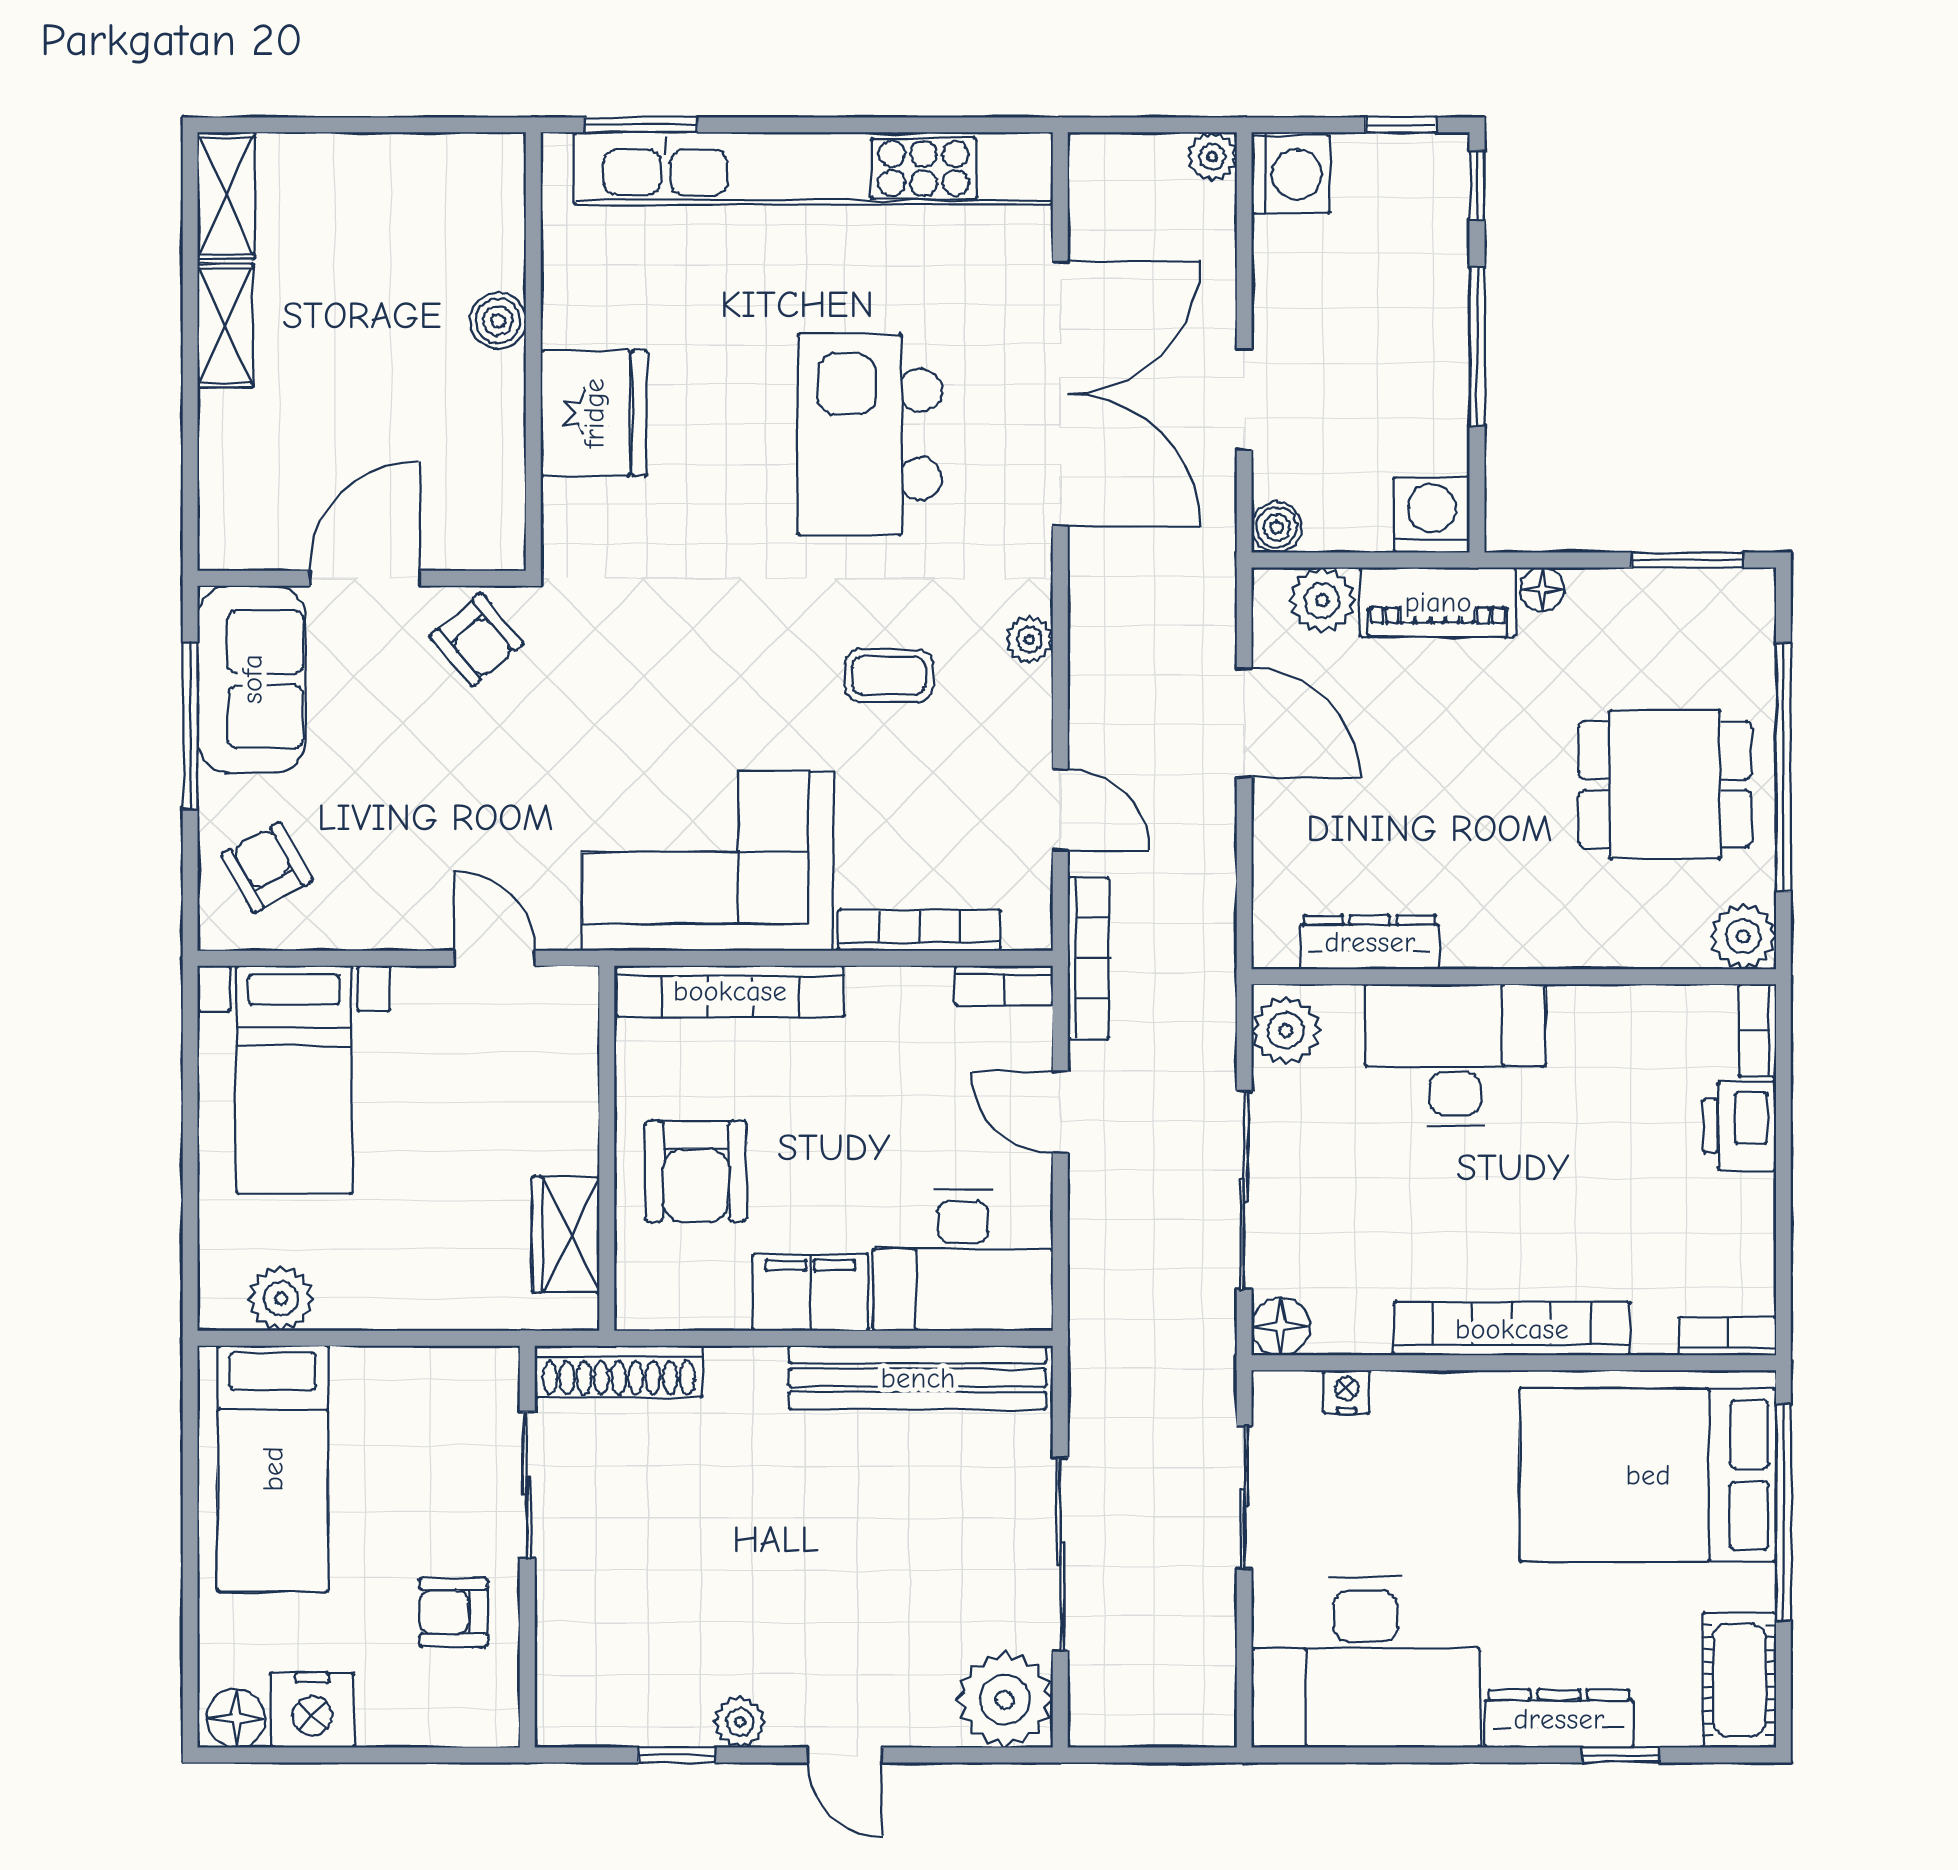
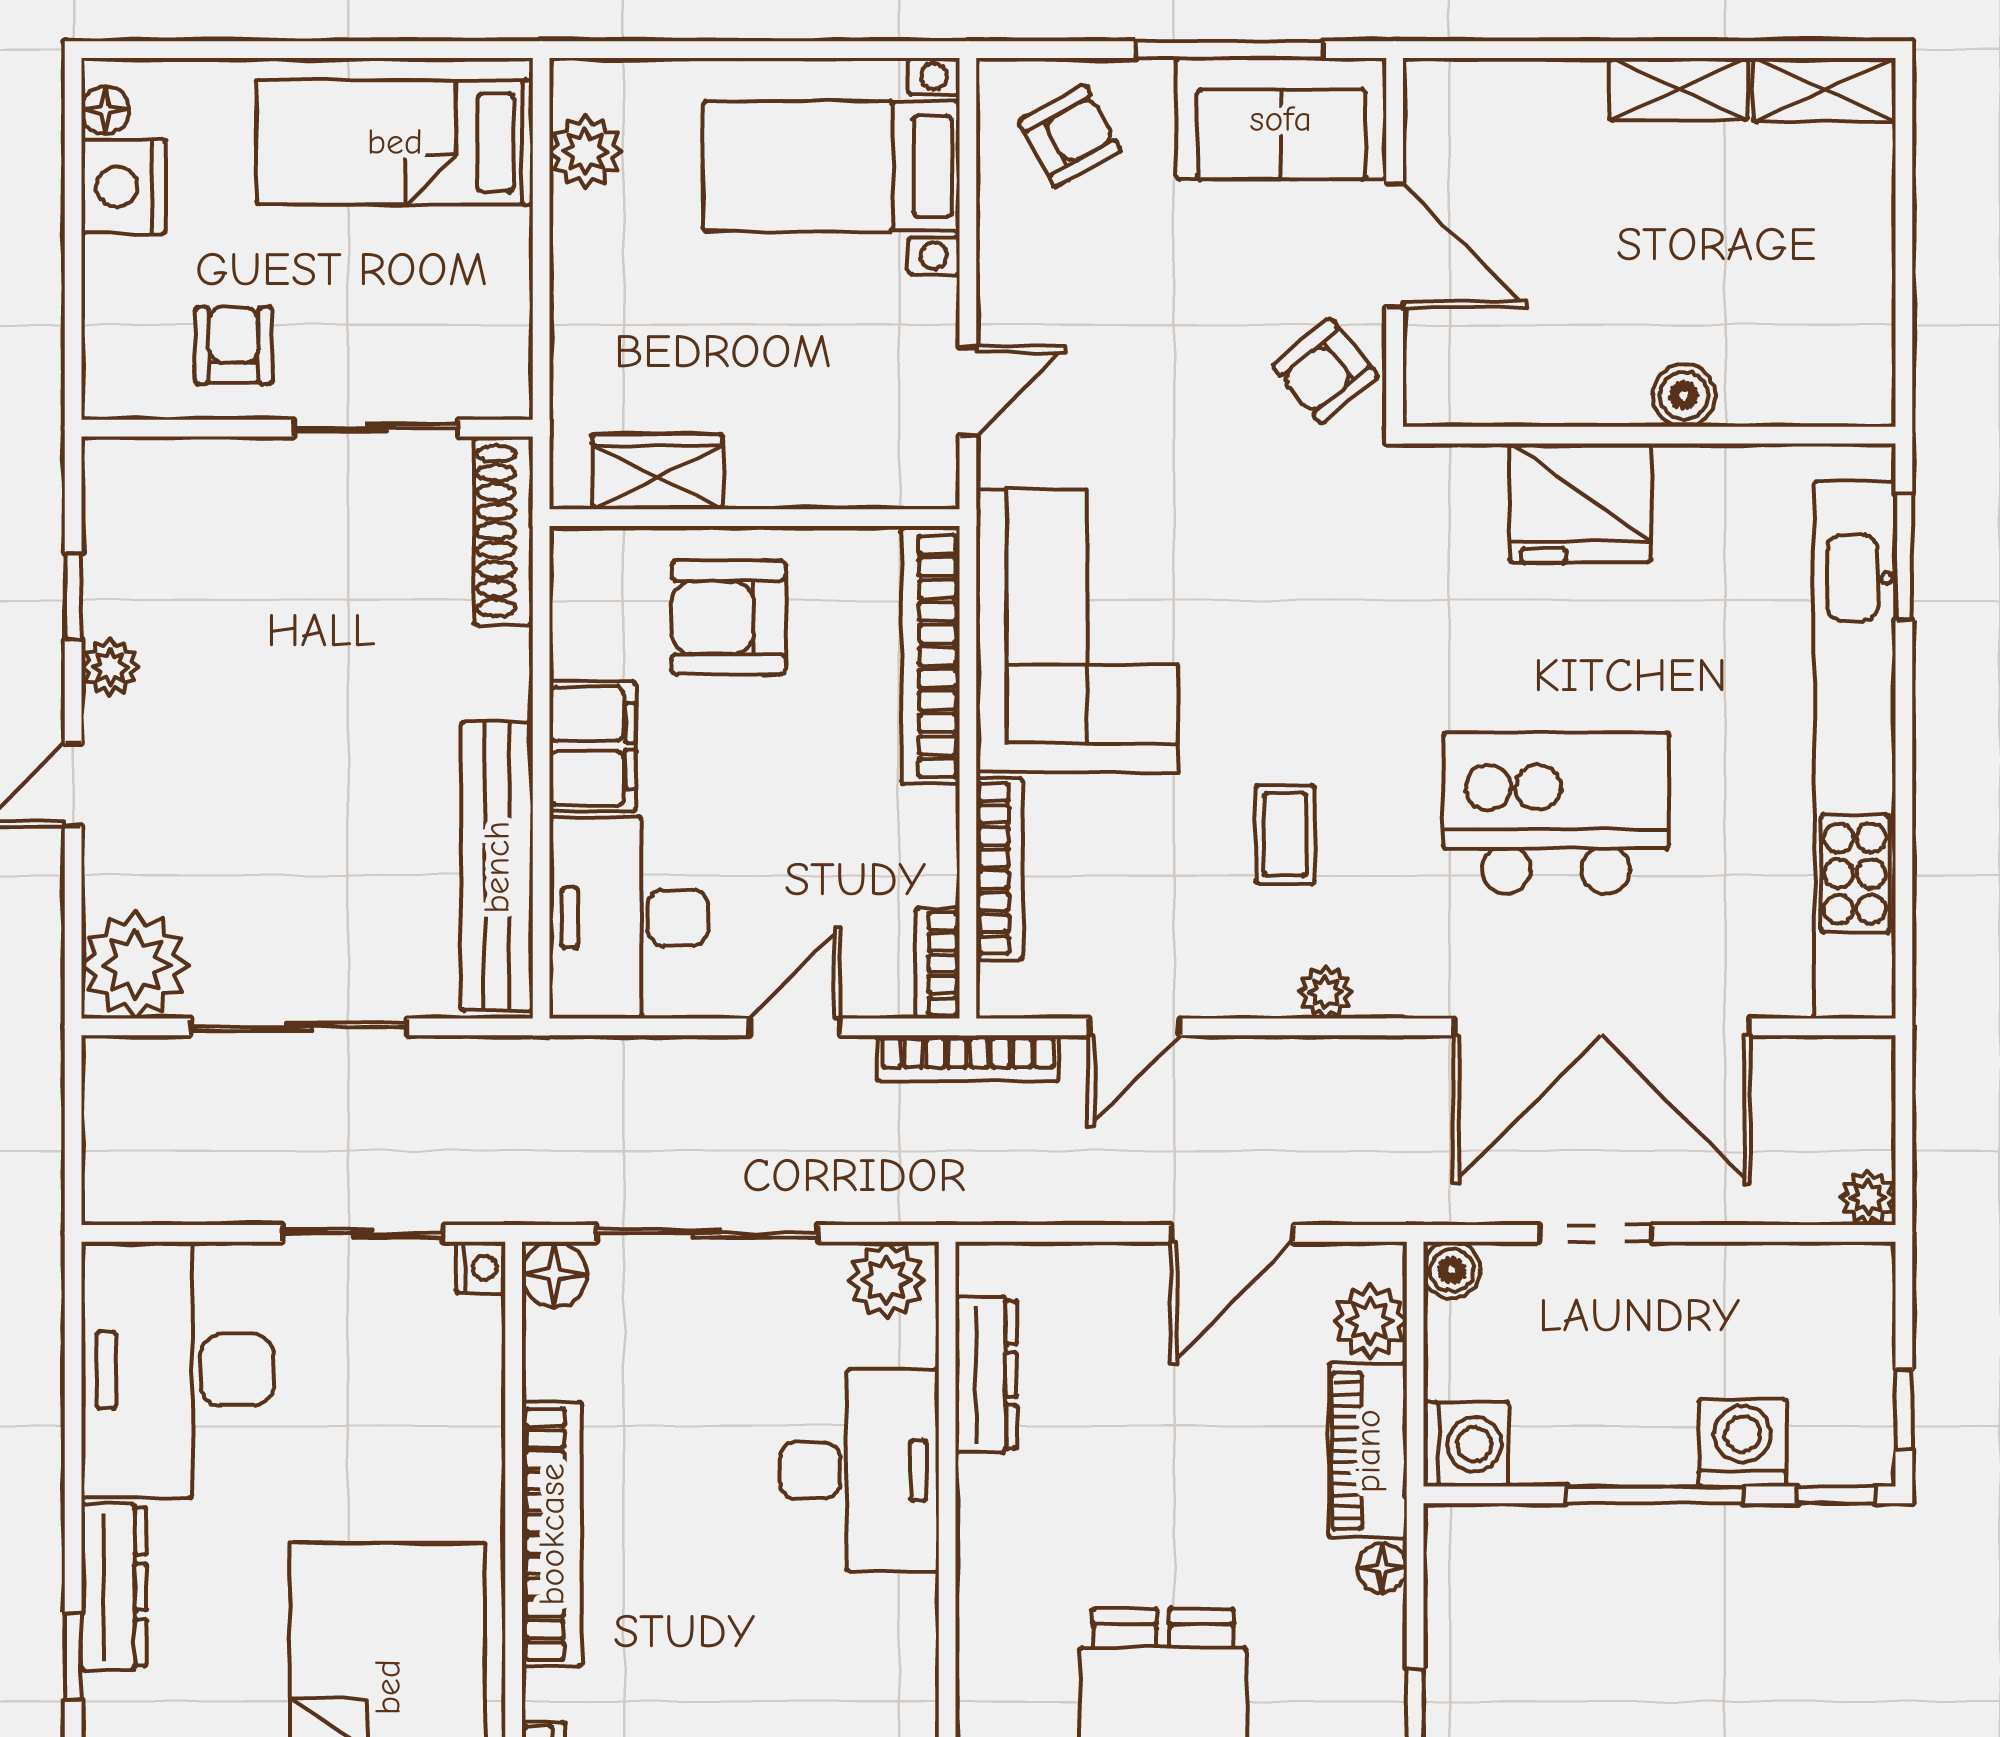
washing machine: (1291, 174) -> (1742, 1443), moved, turned 180
nightstand: (1347, 1392) -> (481, 1268), moved
floor lamp: (236, 1718) -> (105, 110), width x0.73, depth x0.73

